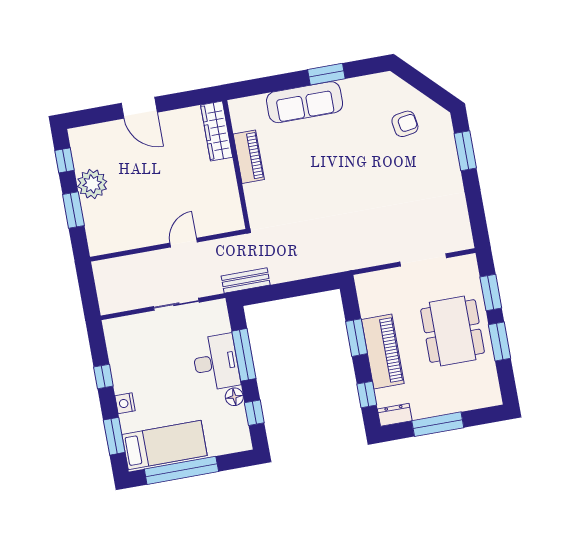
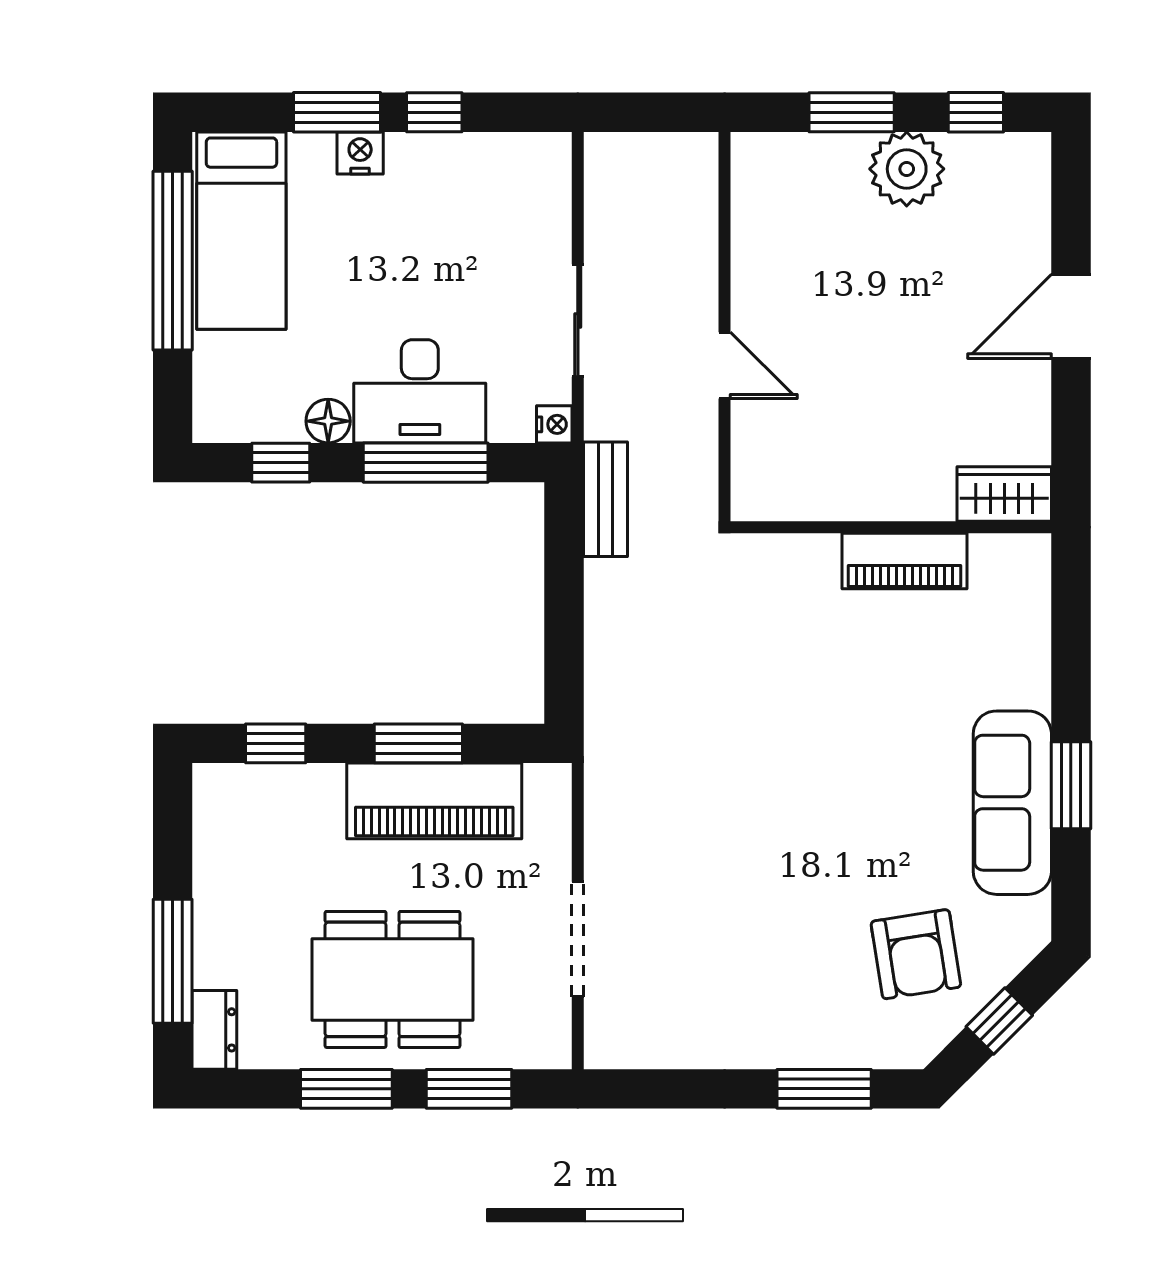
window: (426, 86) -> (999, 1021), added
sofa: (305, 102) -> (1012, 803), moved
armchair: (405, 124) -> (916, 954), width x1.38, depth x1.38
wardrobe: (217, 131) -> (1004, 494), width x0.67
nightstand: (219, 306) -> (554, 424), added
piano: (383, 351) -> (434, 801), moved
dresser: (395, 415) -> (214, 1030), moved
window: (438, 424) -> (173, 961), moved
window: (114, 436) -> (337, 112), moved

